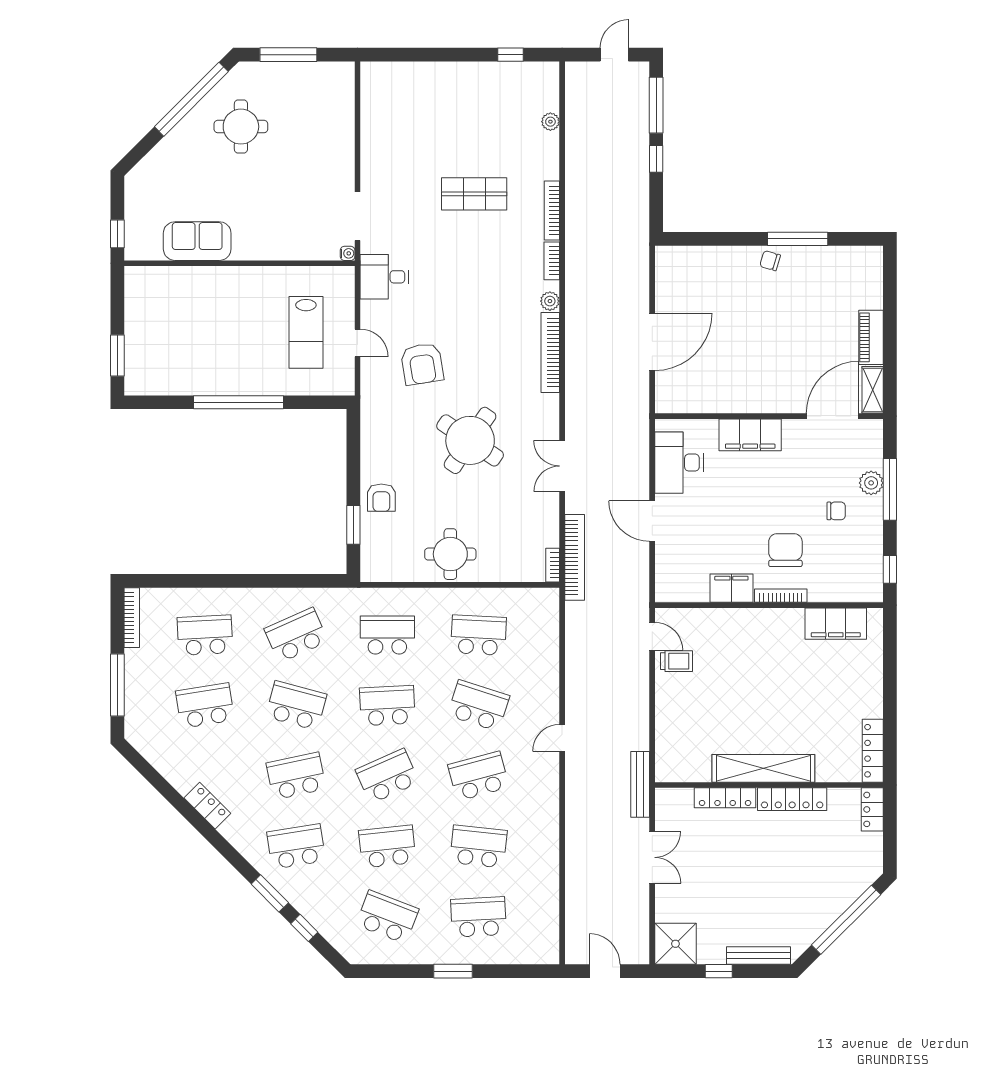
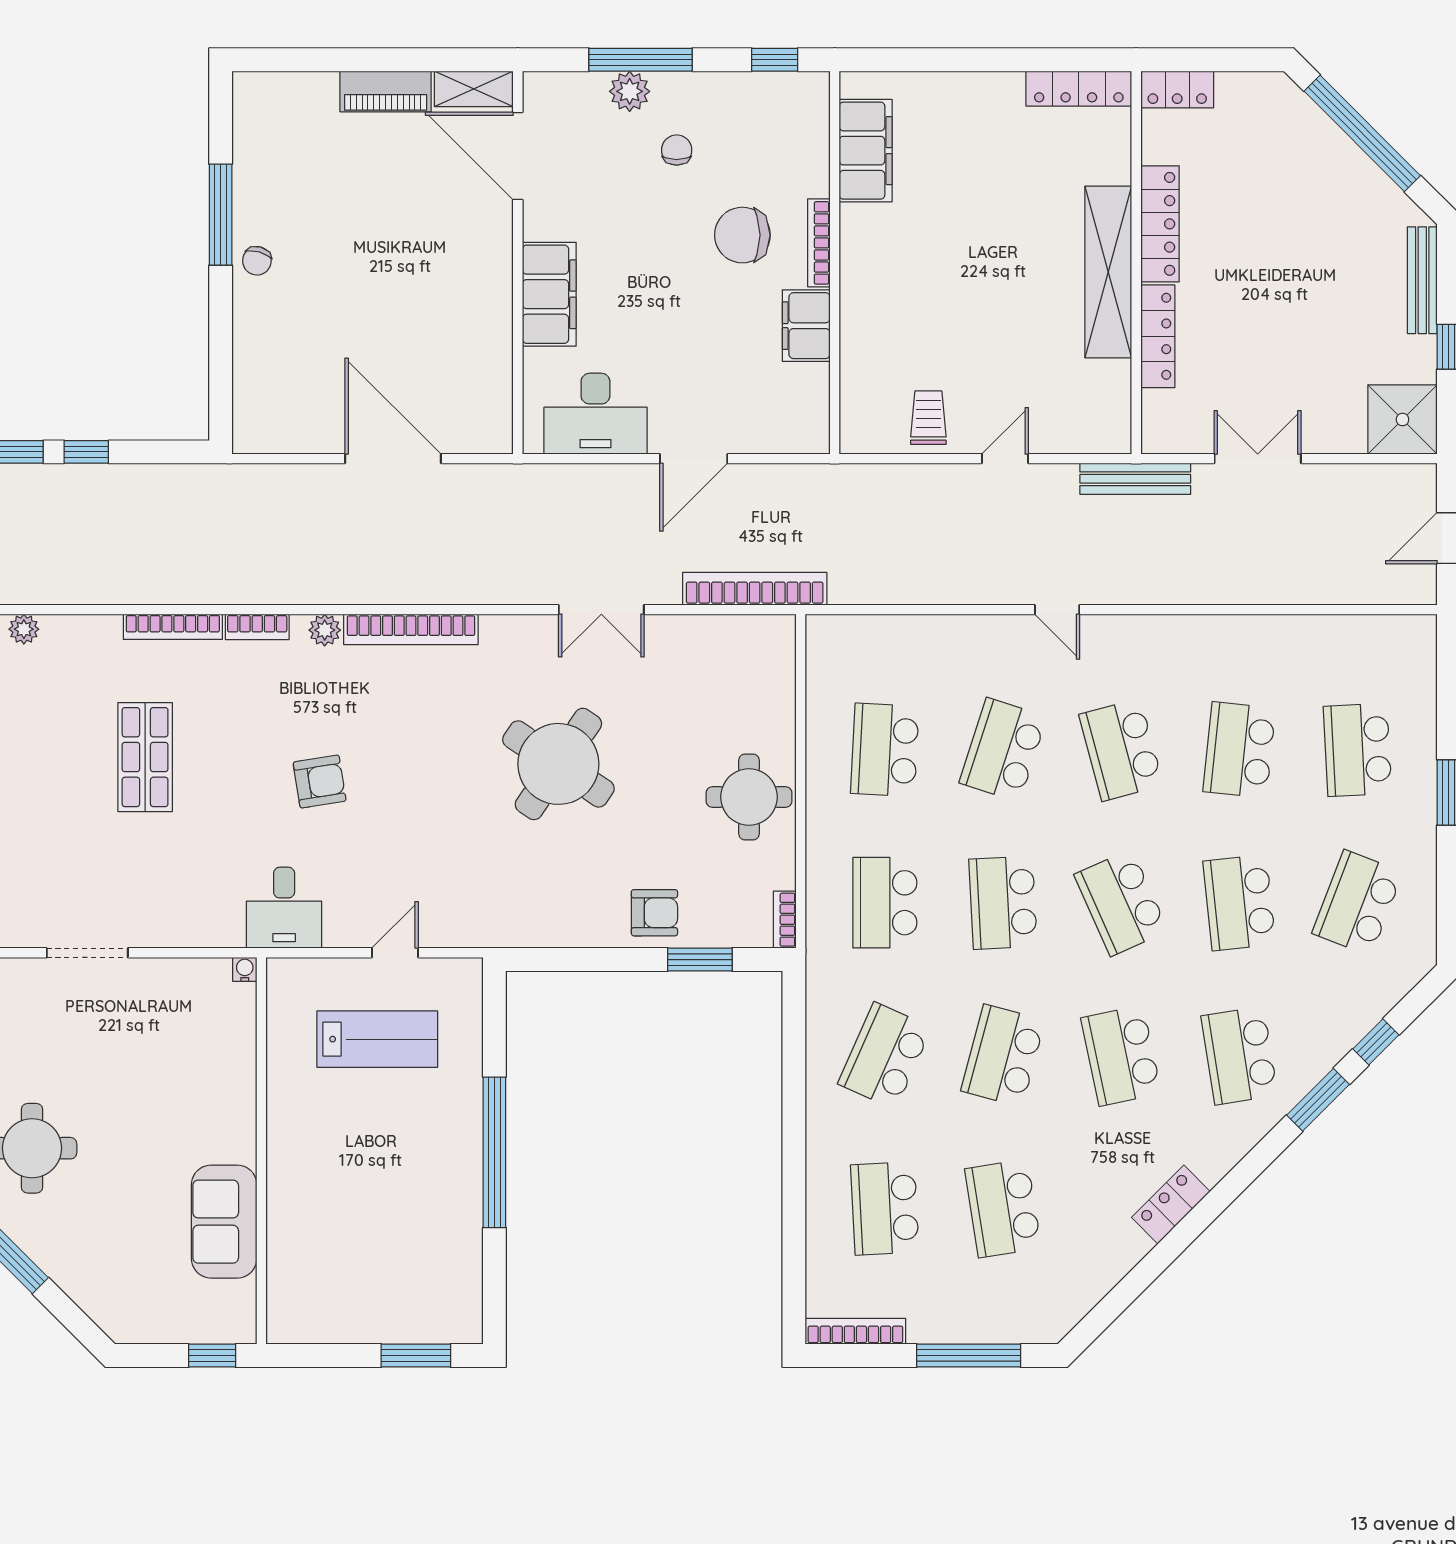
doorway: (357, 216) -> (87, 953), moved
armchair: (422, 364) -> (320, 782), moved, width x0.72, depth x0.72
bookcase: (553, 565) -> (785, 920), moved, turned 90
school desk: (296, 635) -> (885, 1056), turned 48
door: (652, 636) -> (1005, 459), moved

